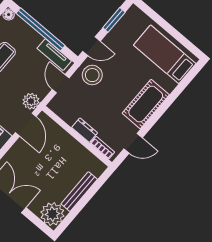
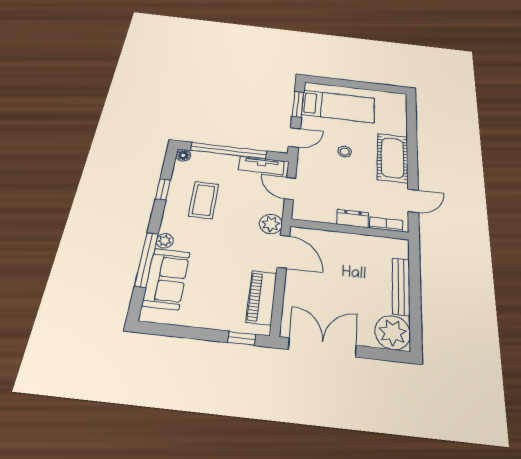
bed: (165, 54) -> (338, 106), moved, turned 180
stool: (92, 75) -> (345, 152), moved, width x0.53, depth x0.53

